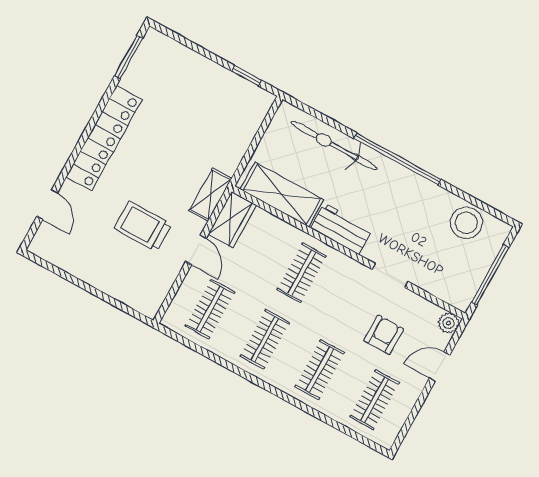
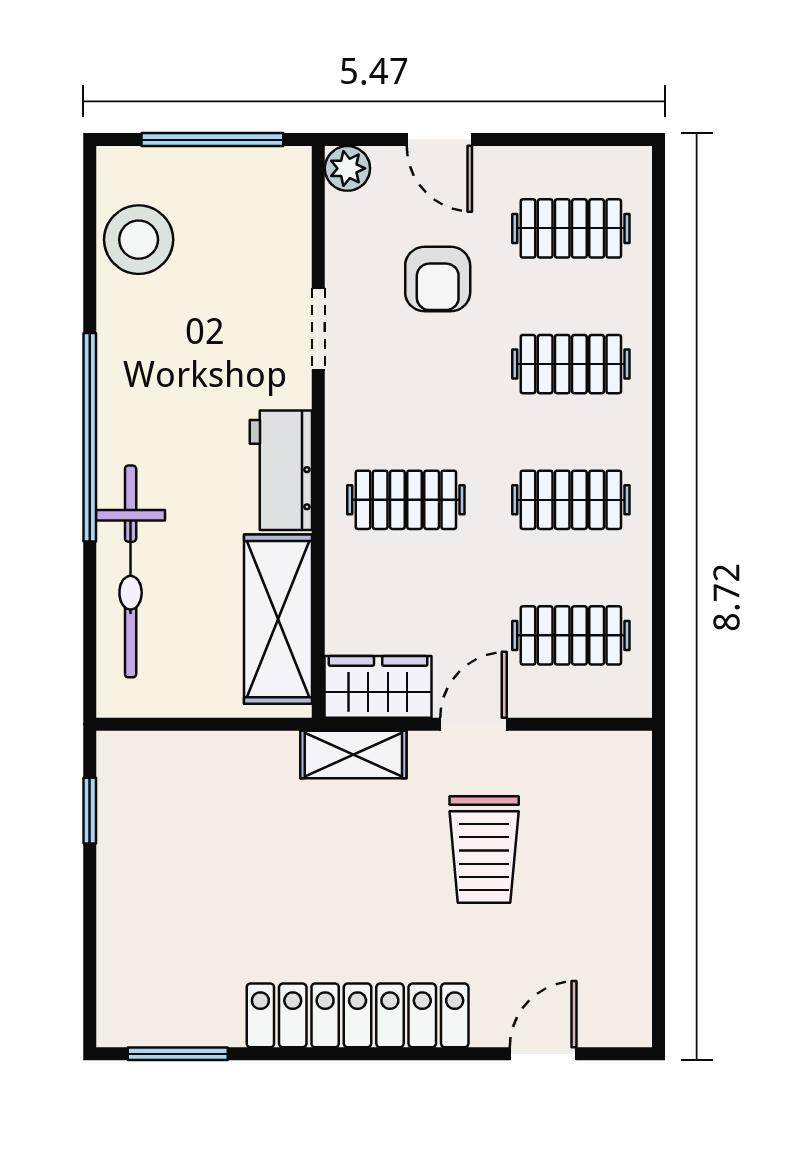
armchair: (384, 335) -> (438, 279), turned -90

